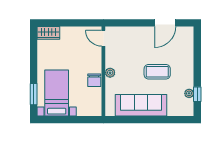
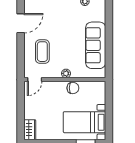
door: (165, 23) -> (21, 23), hinge flipped
coffee table: (157, 72) -> (42, 52), moved

